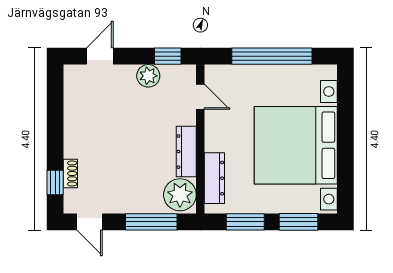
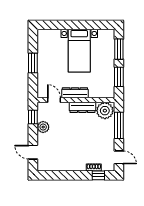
window: (272, 56) -> (33, 63), width x0.47
door: (200, 97) -> (54, 100), hinge flipped
bed with nightstands: (296, 145) -> (79, 51), width x0.54
dresser: (214, 178) -> (75, 93), moved
door: (90, 222) -> (119, 157), hinge flipped

